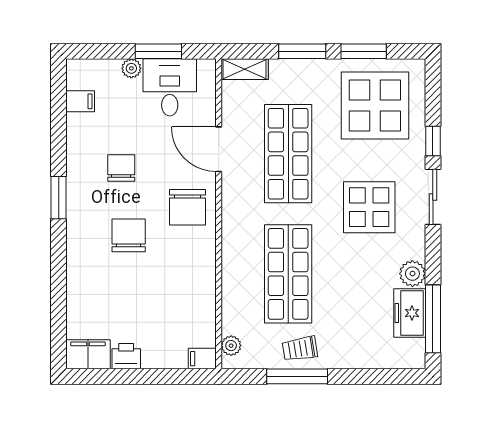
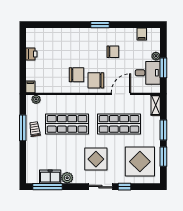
chair: (129, 235) -> (76, 75), moved
filing cabinet: (88, 354) -> (32, 37), removed

